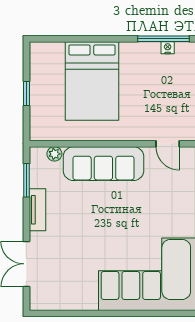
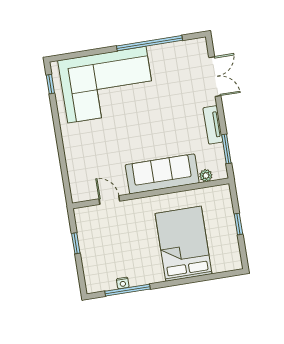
window: (94, 313) -> (150, 43), added

